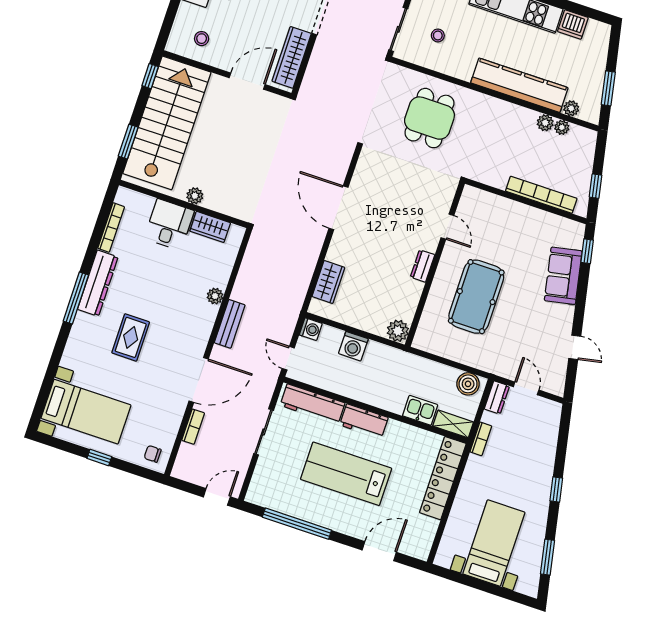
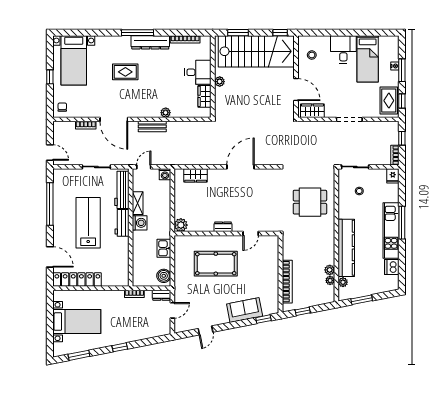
wardrobe: (292, 57) -> (312, 111), width x0.67
washing machine: (353, 346) -> (140, 223), moved, turned 180
kitchen sink: (420, 410) -> (164, 248), moved, turned 180
shelving: (453, 424) -> (138, 203), moved
locker: (443, 478) -> (77, 279), moved

